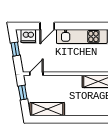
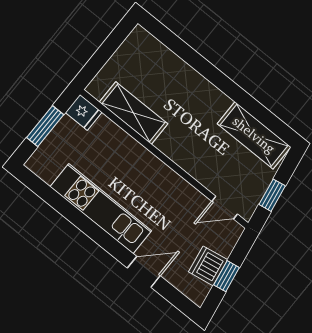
dishwasher: (28, 36) -> (208, 266), moved, turned -100

